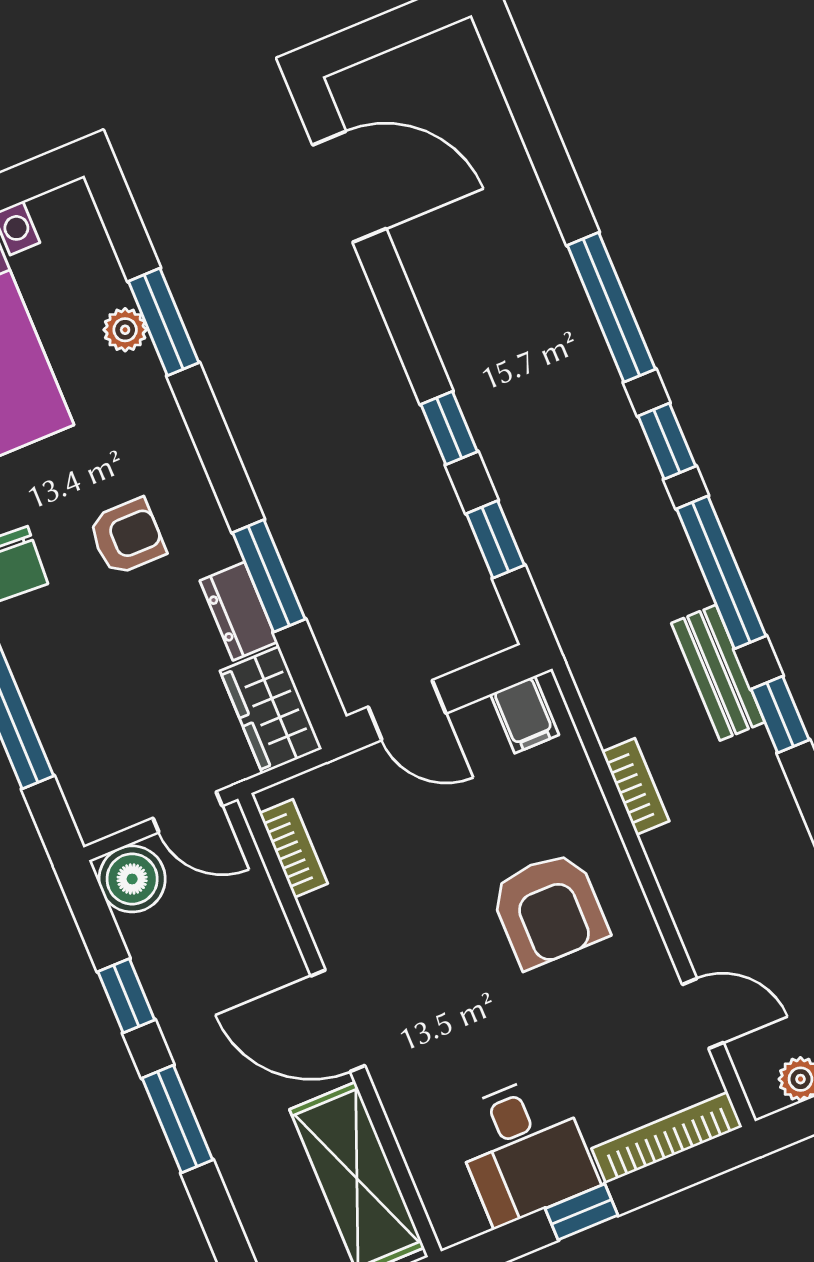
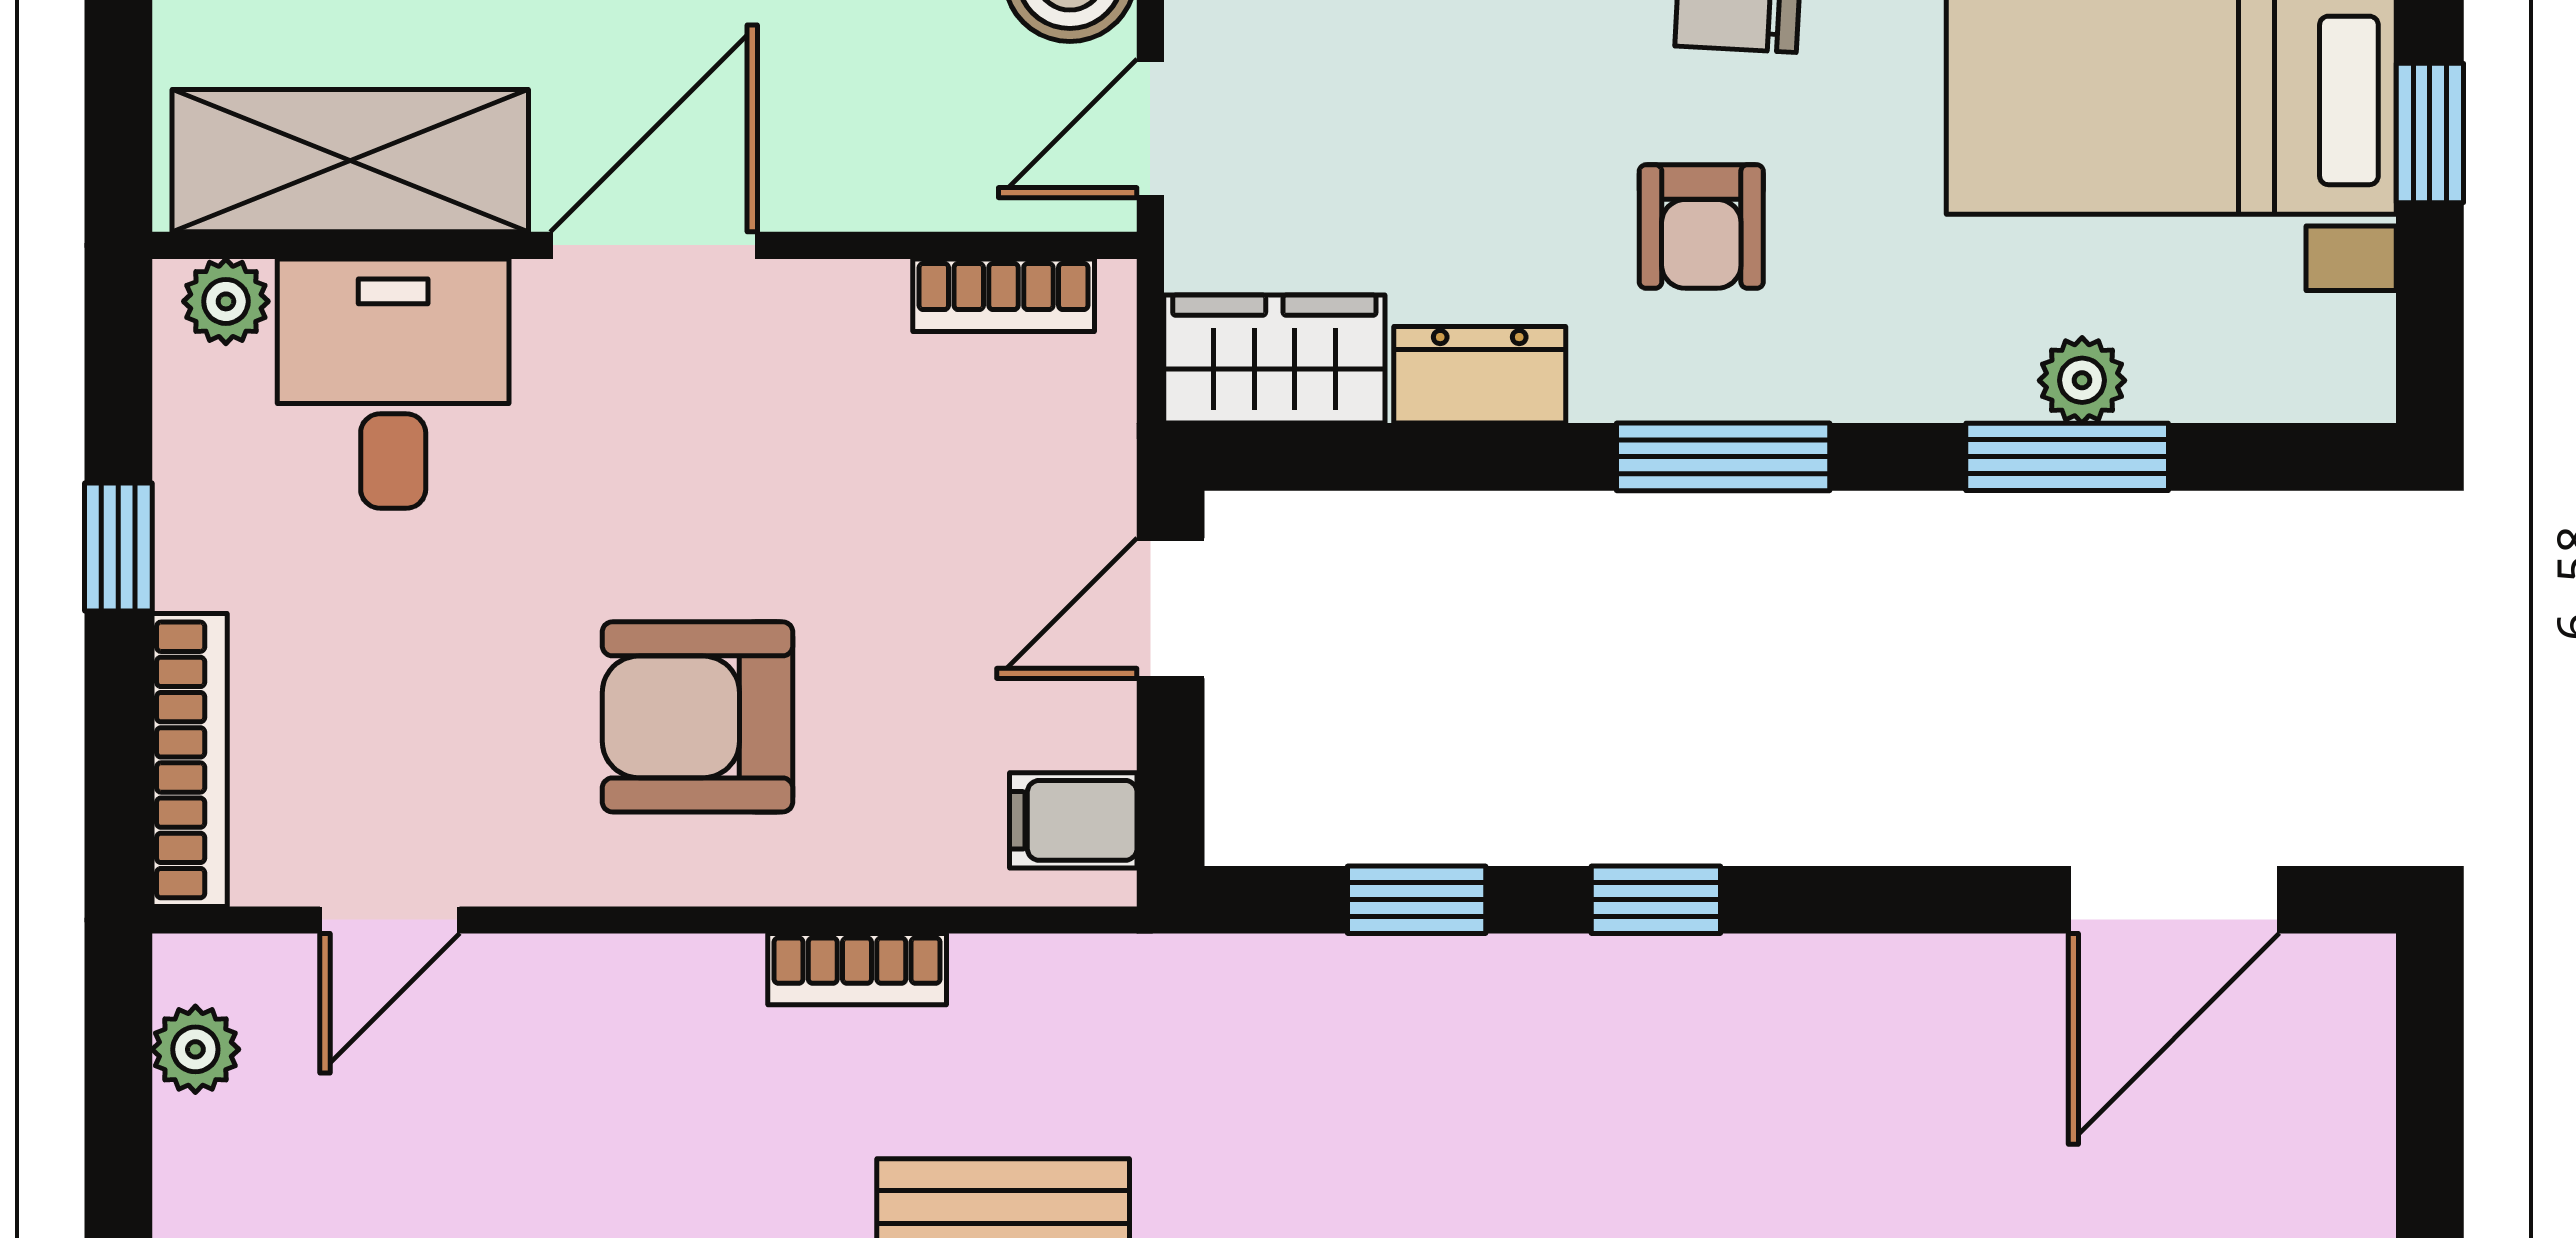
window: (269, 576) -> (1723, 457), moved
desk: (524, 1149) -> (393, 384), moved, turned 90
plant: (446, 1209) -> (226, 301), added

